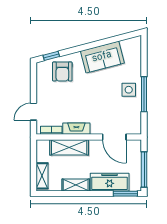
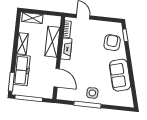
armchair: (62, 72) -> (112, 43), turned 93
door: (114, 137) -> (57, 78), swing flipped

